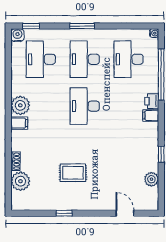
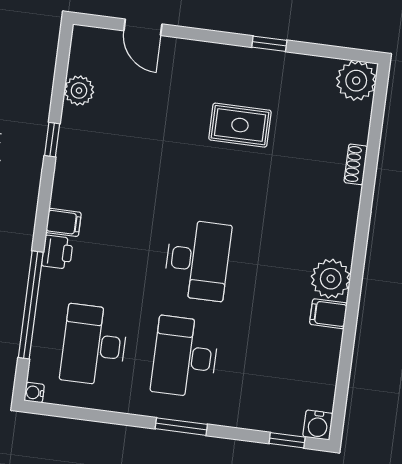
desk: (41, 59) -> (276, 369), removed
desk: (85, 59) -> (185, 357), turned 180
desk: (129, 59) -> (94, 345), turned 180
filing cabinet: (19, 123) -> (328, 314), moved
plant: (20, 181) -> (356, 81), moved

